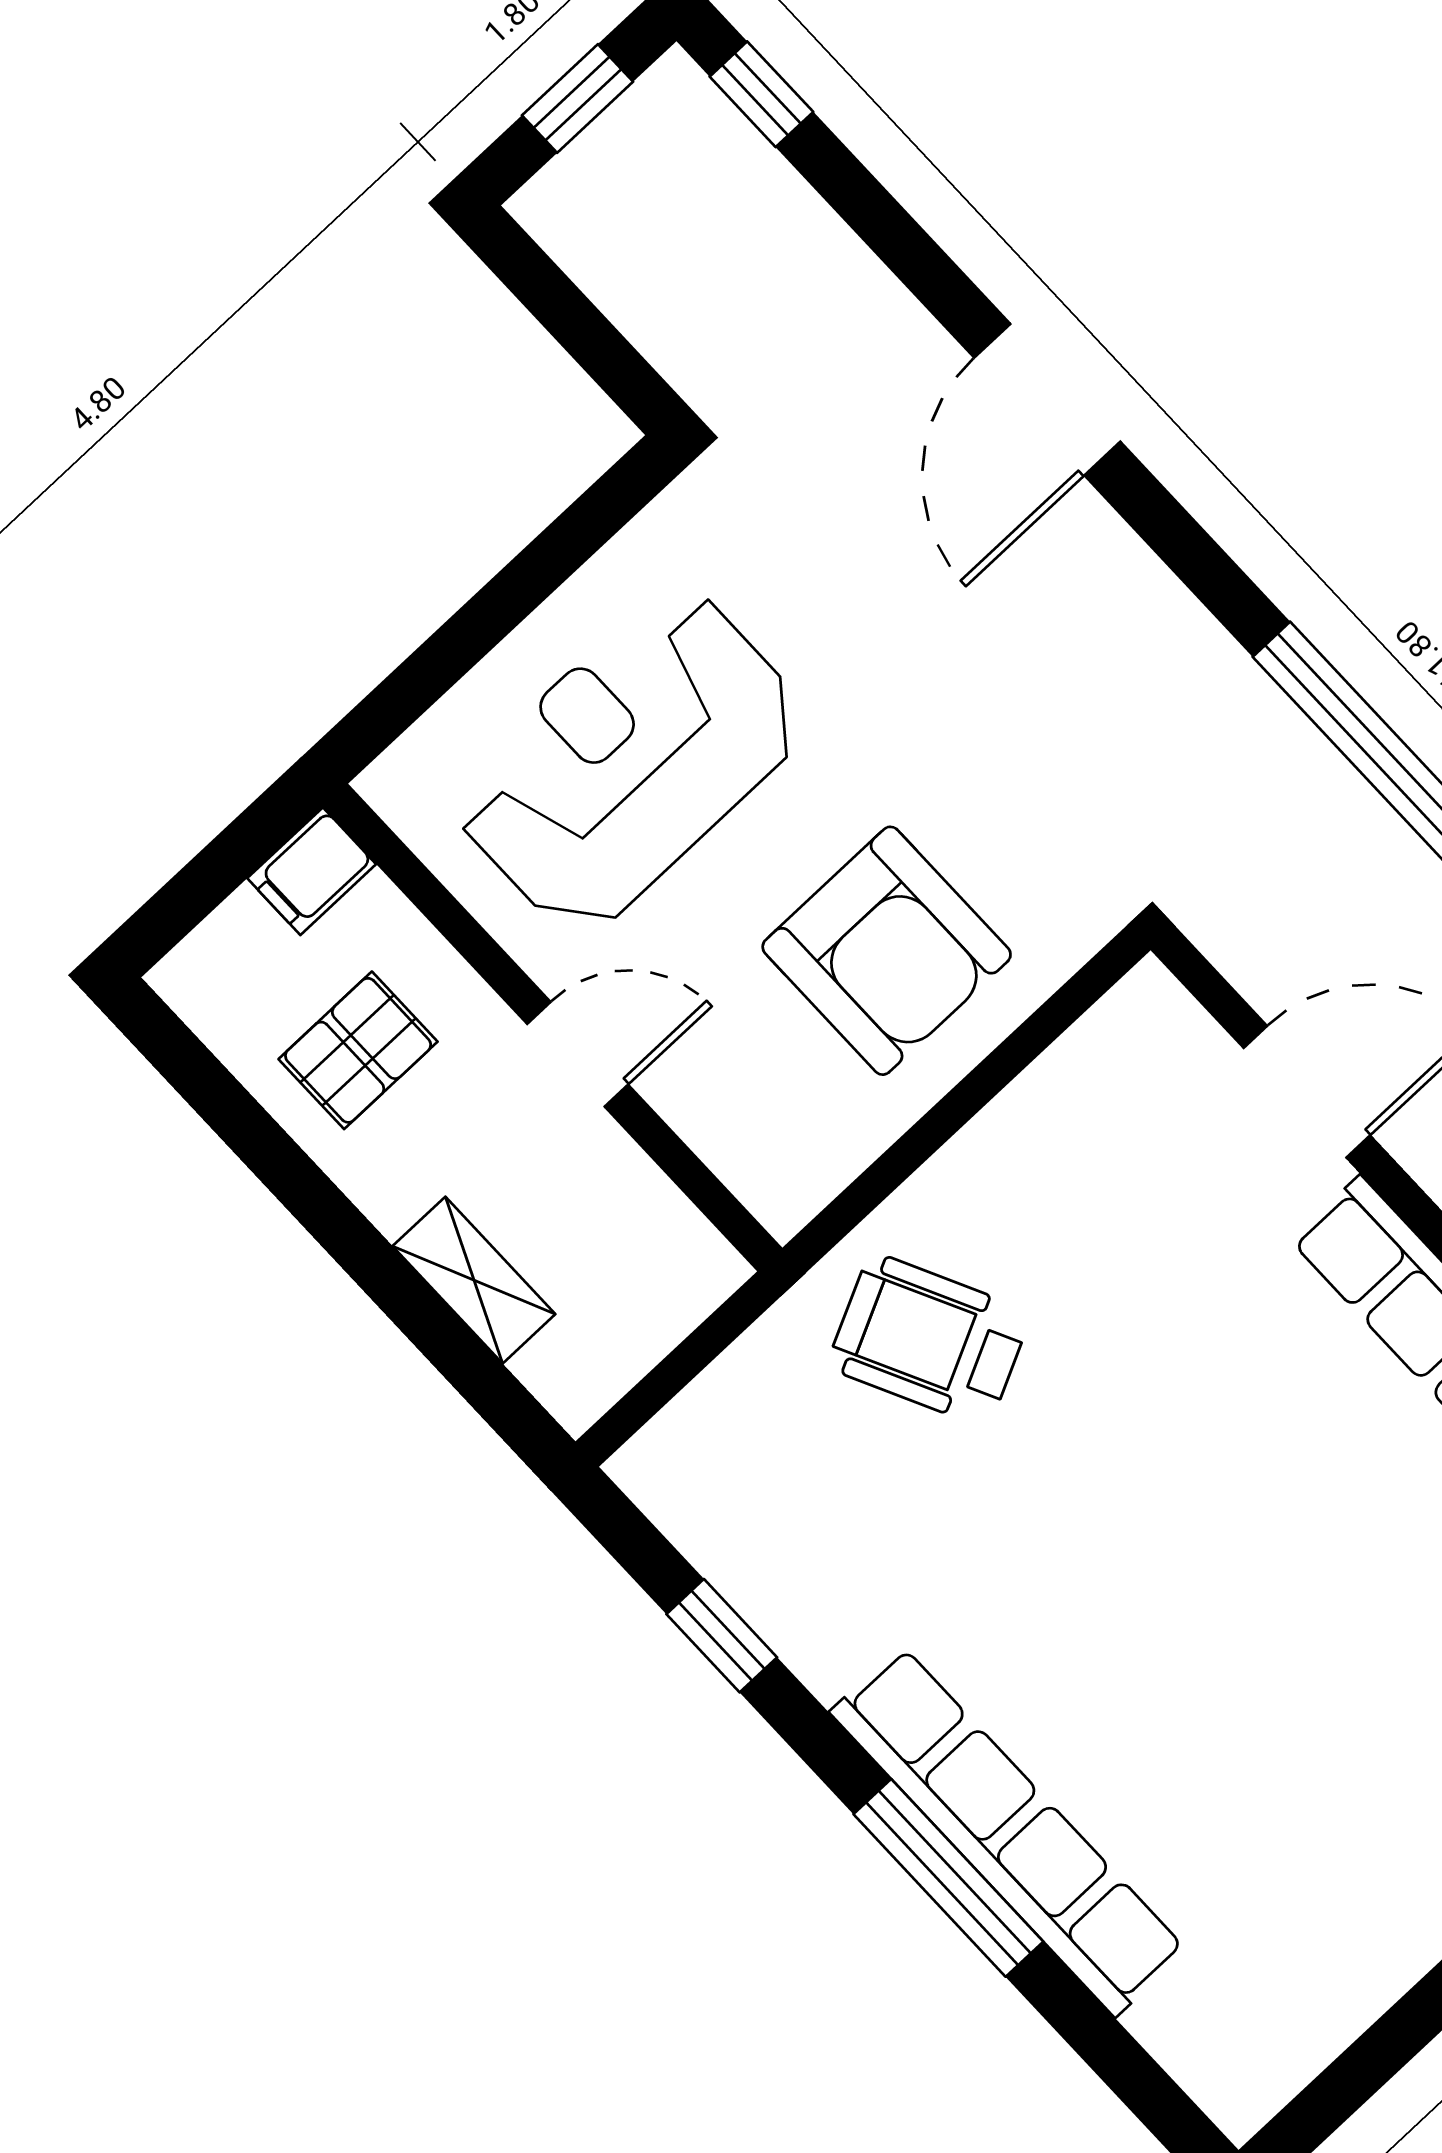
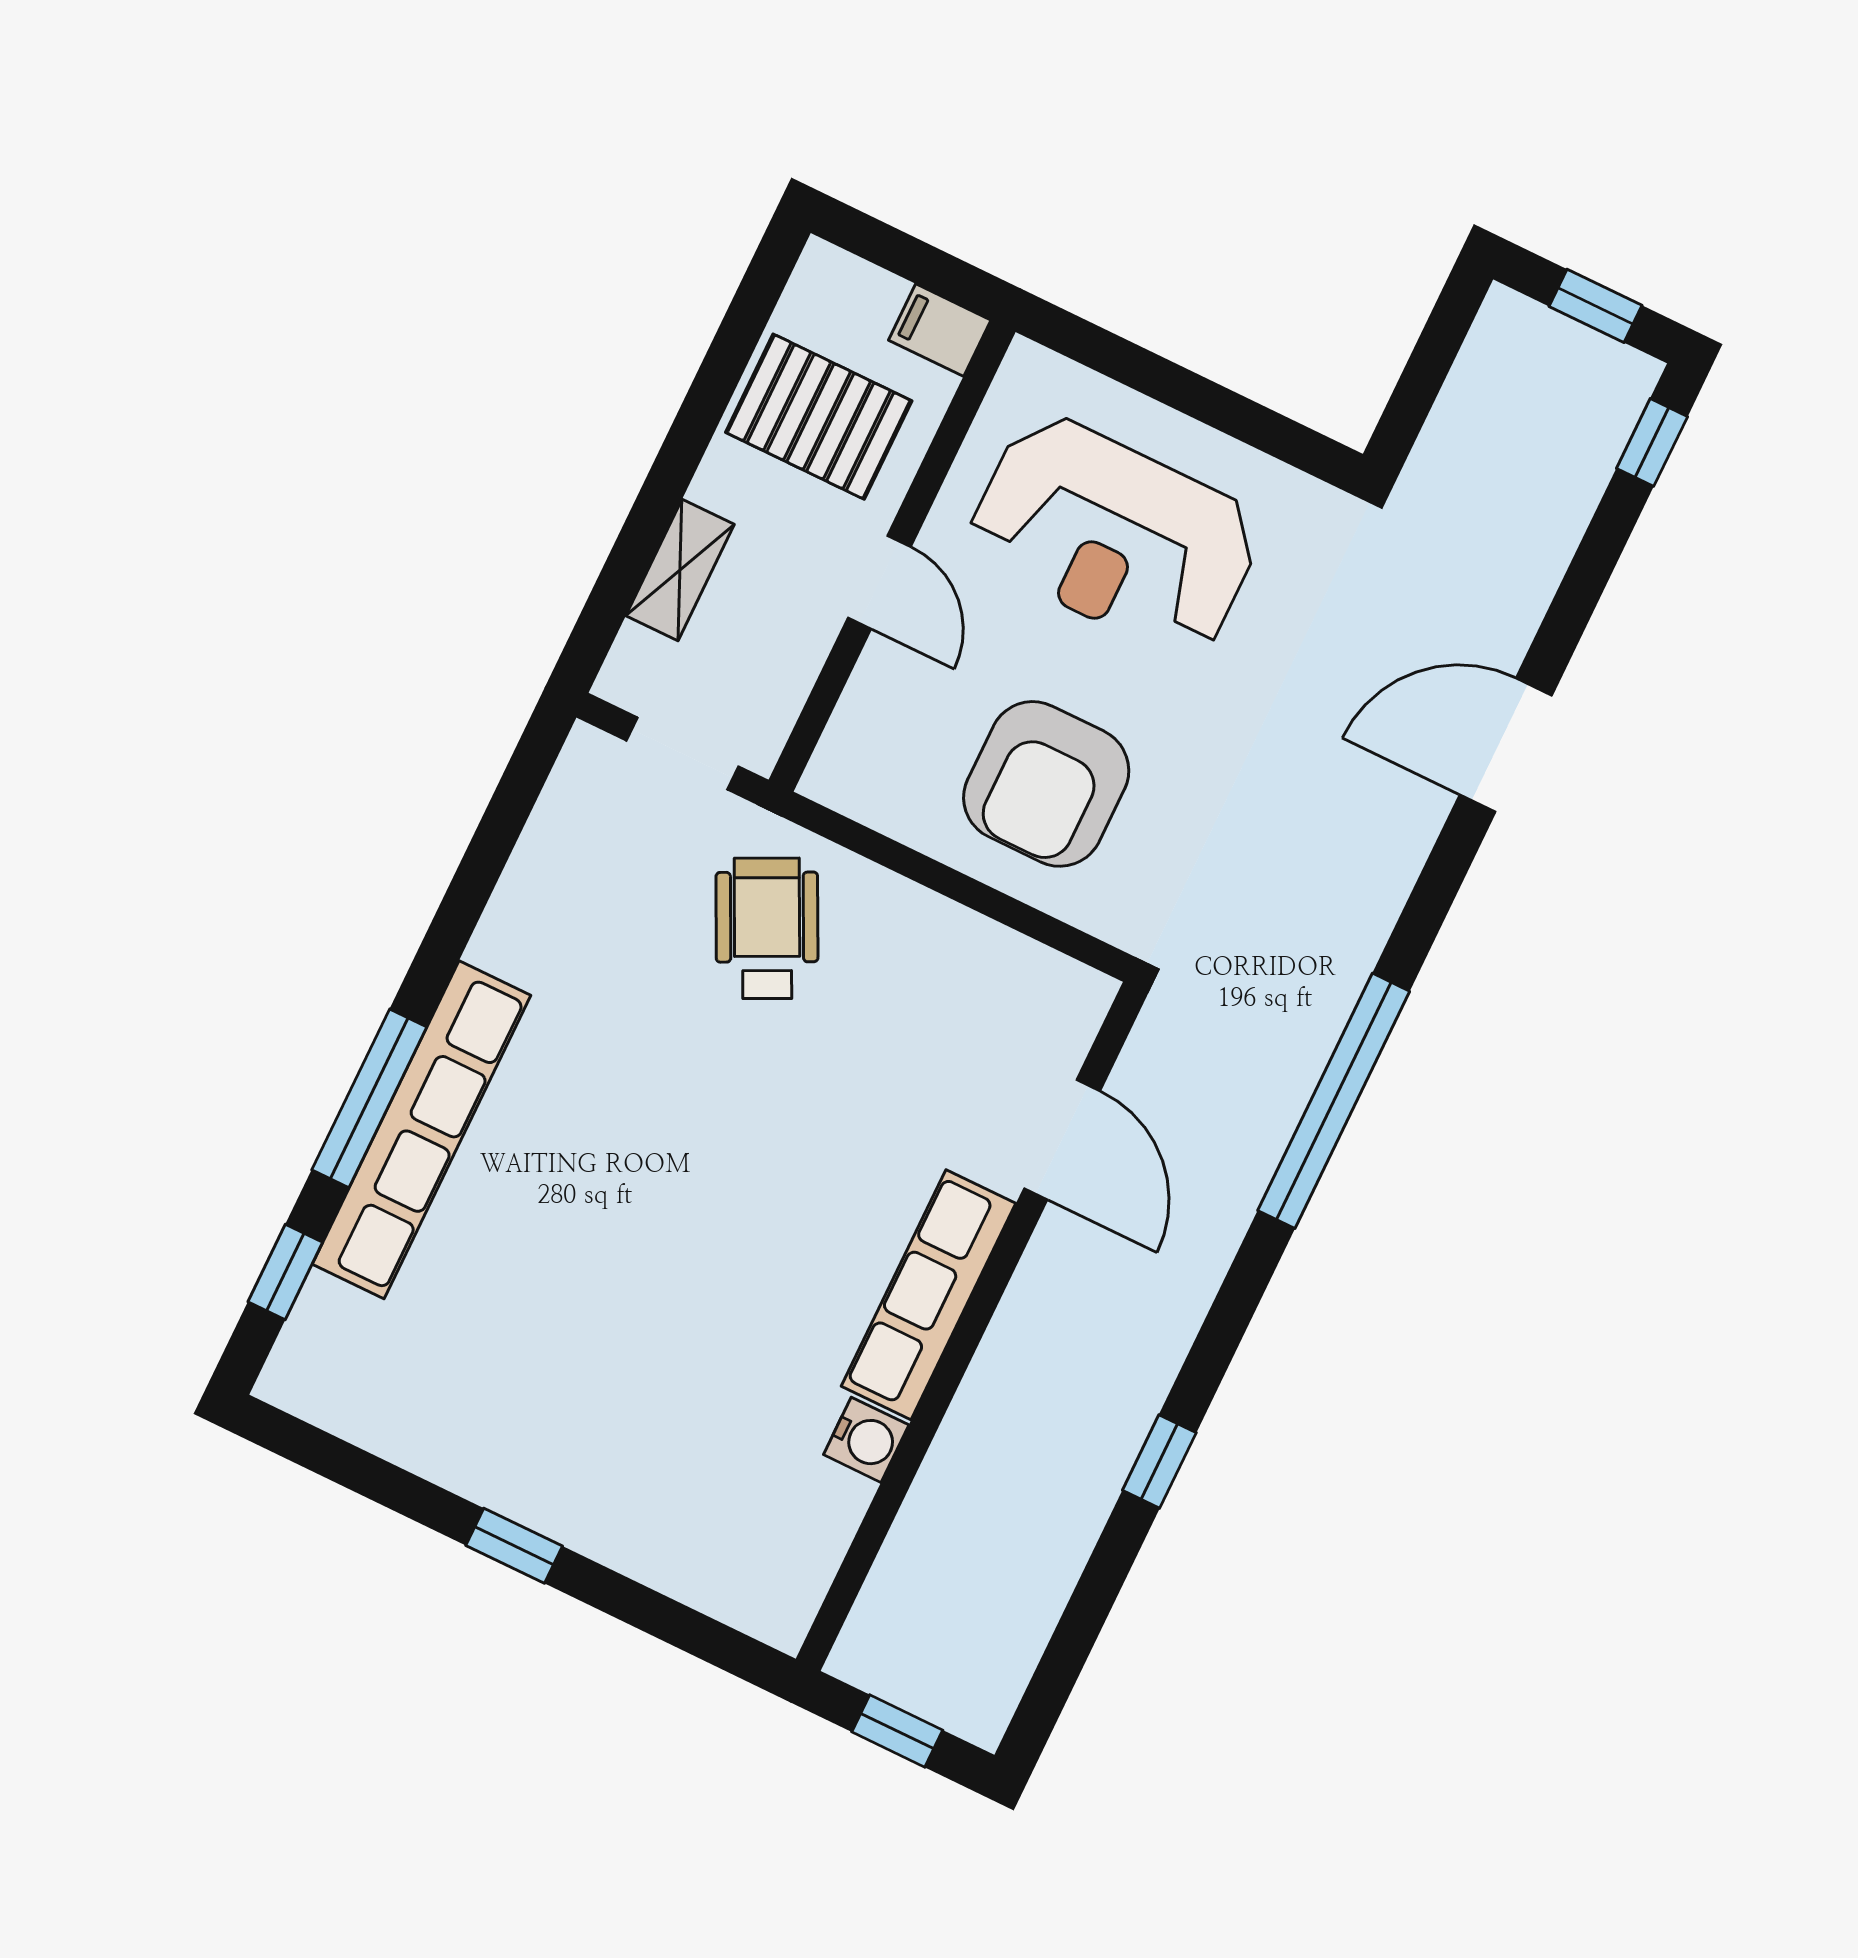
reception desk: (629, 760) -> (1114, 536), turned 180
pallet: (358, 1050) -> (819, 417), width x1.50, depth x1.42
doorway: (688, 1359) -> (682, 753), added
window: (722, 1636) -> (285, 1272), moved

